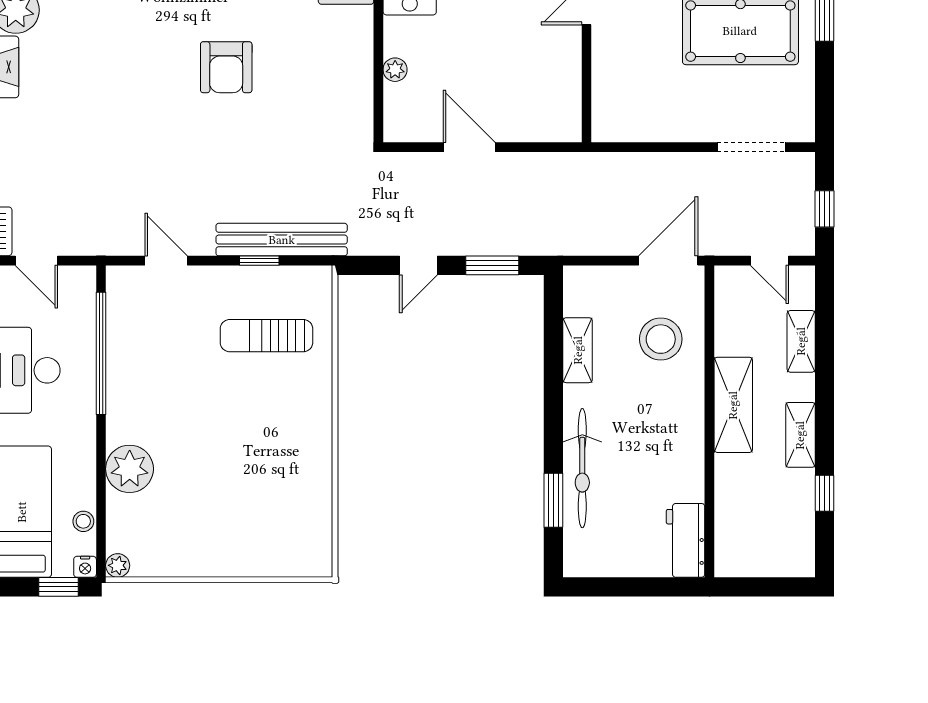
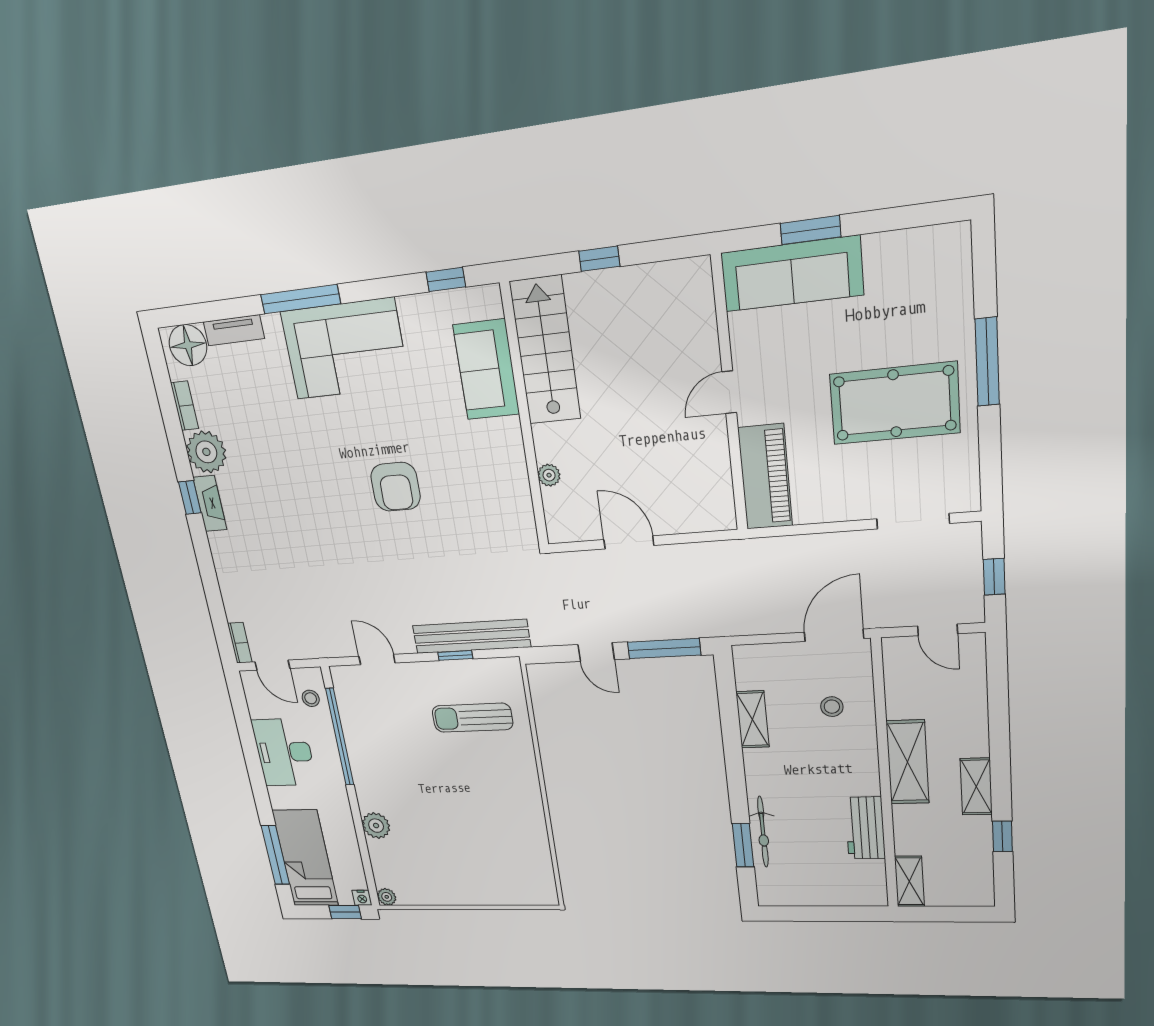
piano: (614, 91) -> (765, 477), added
door: (418, 265) -> (596, 652), hinge flipped
window: (492, 265) -> (664, 649), width x1.44
stool: (661, 339) -> (832, 707), width x0.53, depth x0.53
shelving: (801, 341) -> (909, 881), moved
bicycle: (582, 468) -> (763, 832), width x0.73, depth x0.71
plant: (130, 469) -> (376, 826), width x0.73, depth x0.73
stool: (83, 521) -> (311, 698), moved
workbench: (686, 540) -> (865, 828), moved

